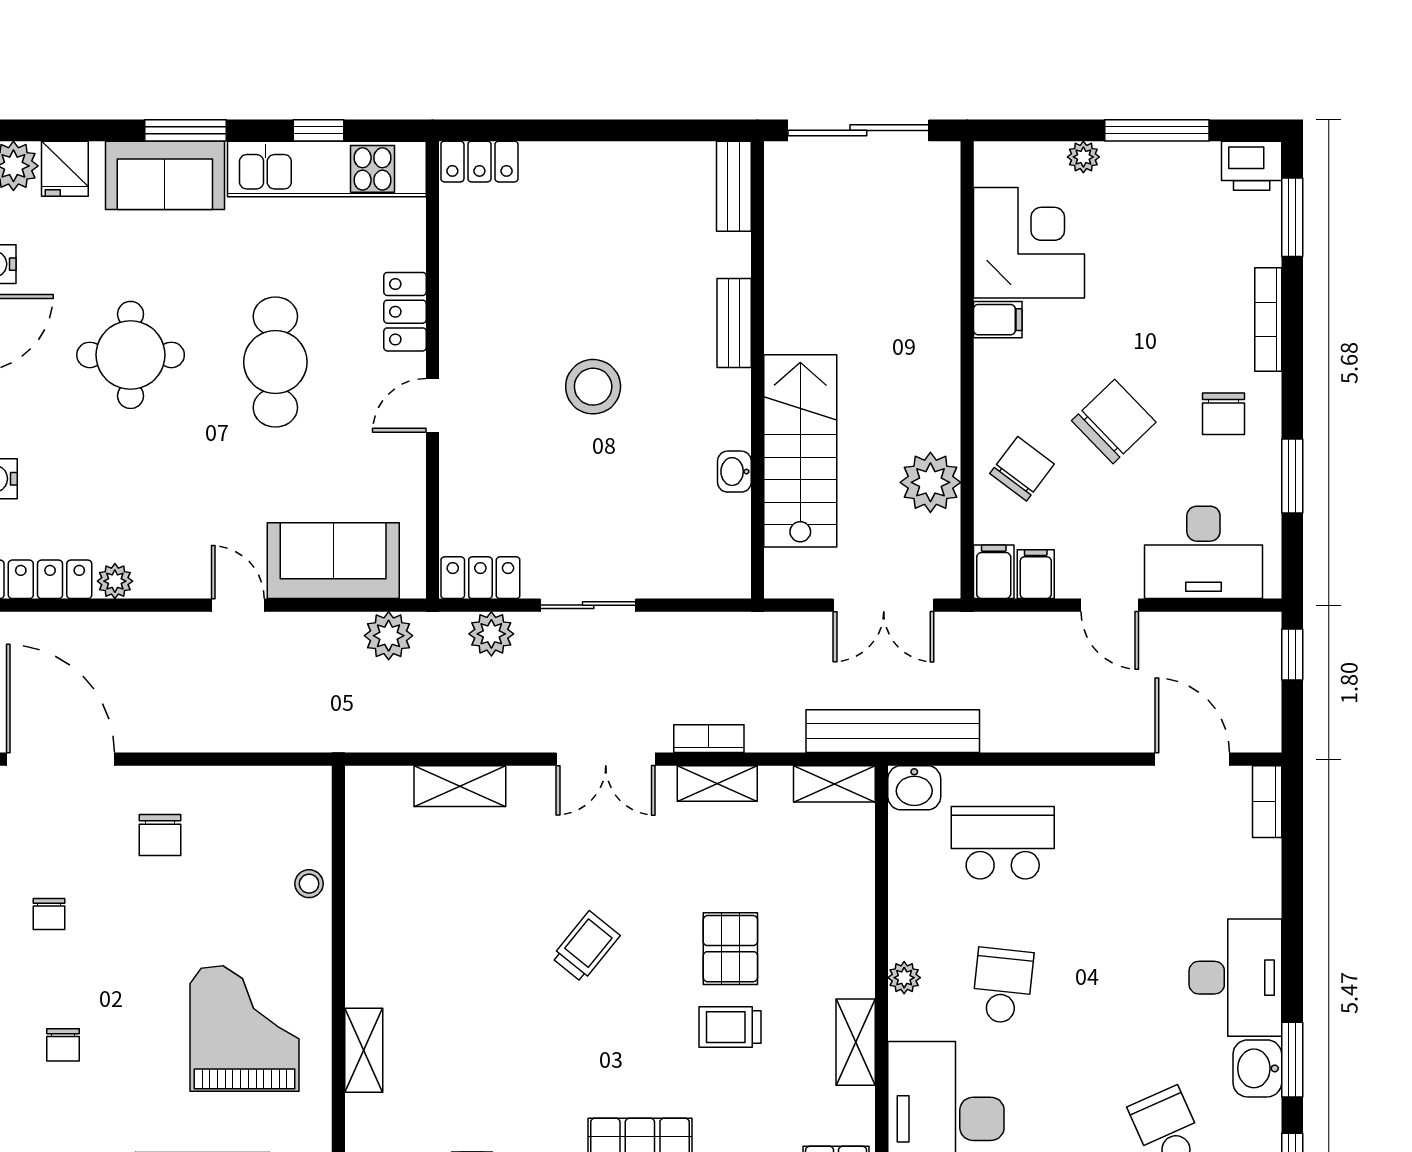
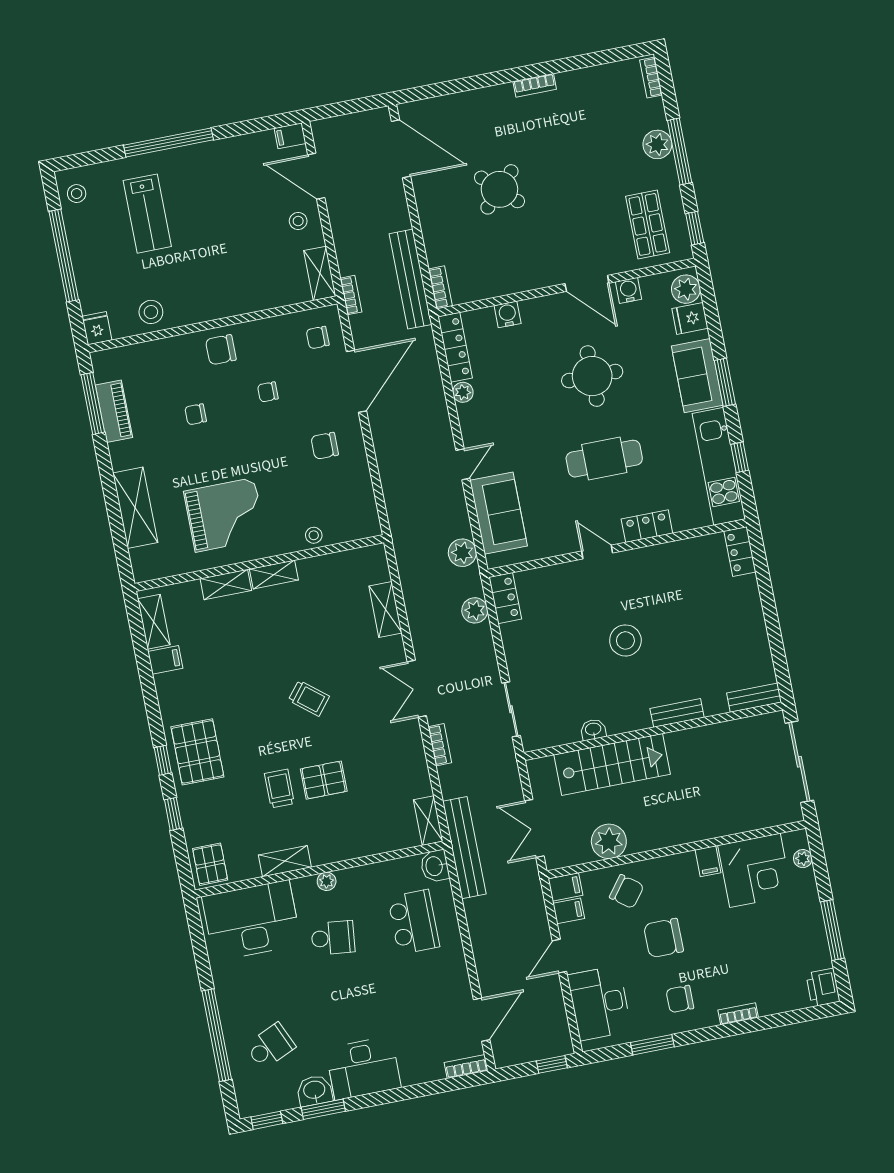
plant: (1083, 157) -> (803, 859), moved
window: (1292, 217) -> (798, 1016), removed
bookcase: (1268, 319) -> (738, 1014), width x0.64
chair: (1114, 421) -> (663, 938), turned 134
sliding door: (588, 605) -> (511, 709), moved
shelving: (717, 783) -> (274, 575), moved, turned 90

